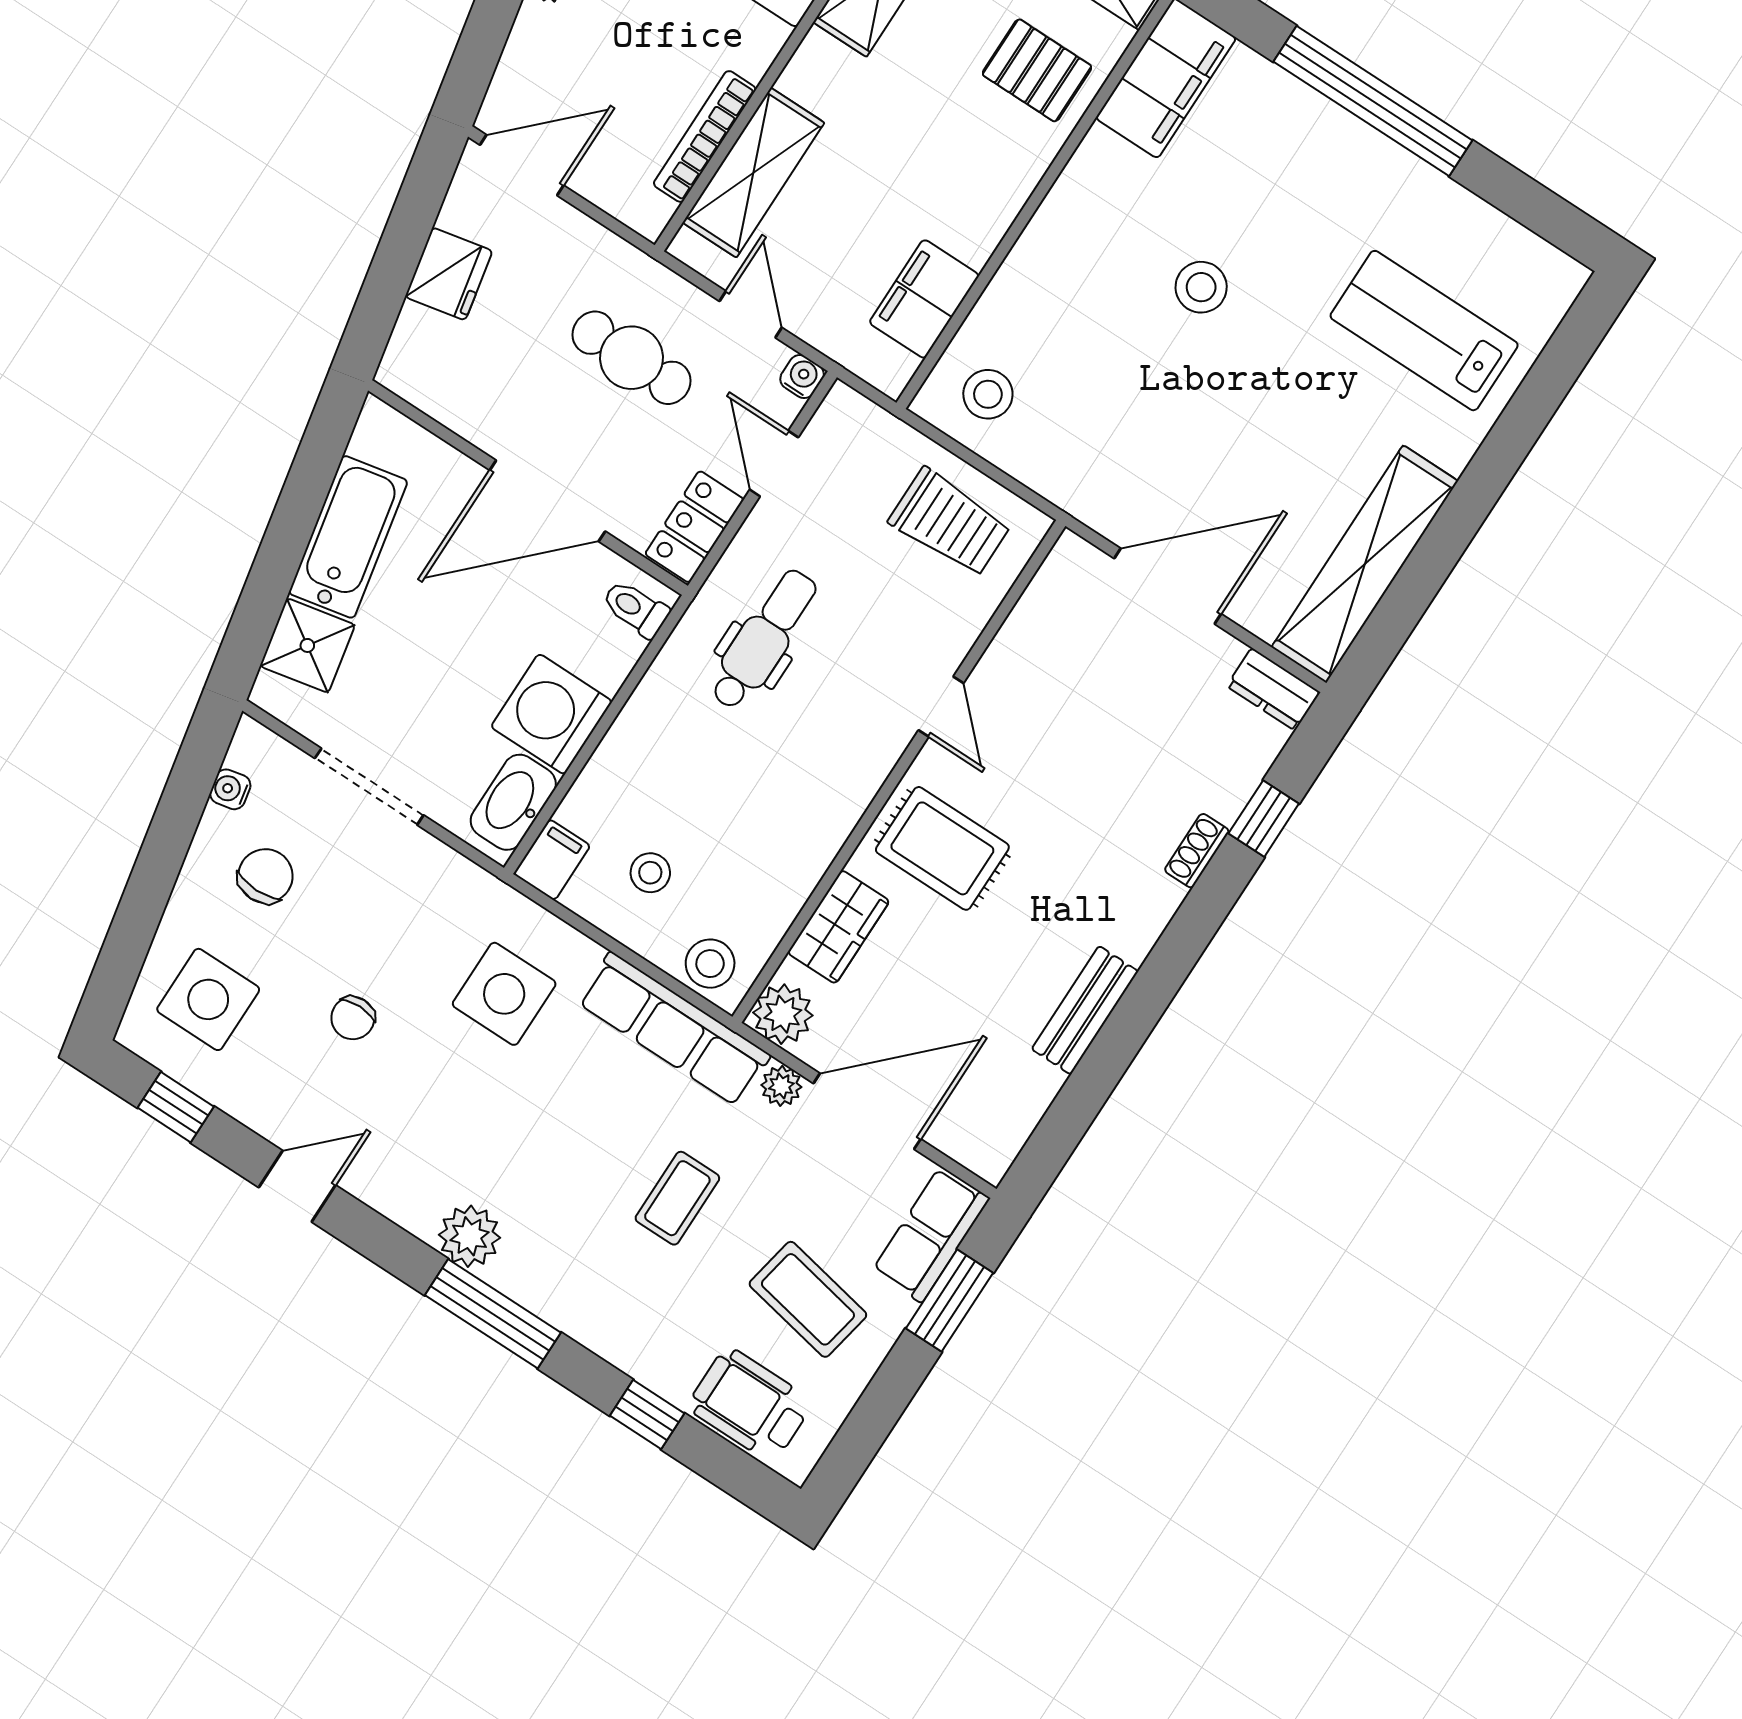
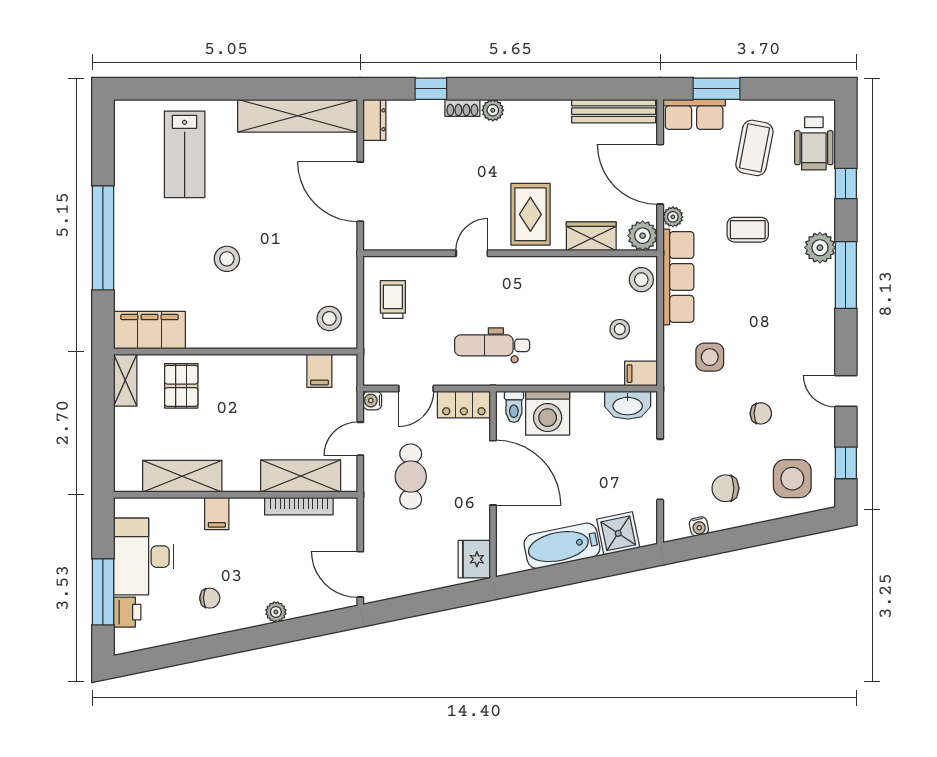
fridge: (449, 274) -> (474, 559), moved, turned -78
filing cabinet: (924, 299) -> (319, 371), width x0.50
trolley: (950, 523) -> (393, 299), width x0.73, depth x0.72
washing machine: (552, 714) -> (548, 413), moved
plant: (1159, 899) -> (493, 110), added
side table: (504, 994) -> (710, 357), width x0.73, depth x0.73
bench: (1085, 1010) -> (614, 111), moved, width x1.36
plant: (469, 1236) -> (820, 248), moved

